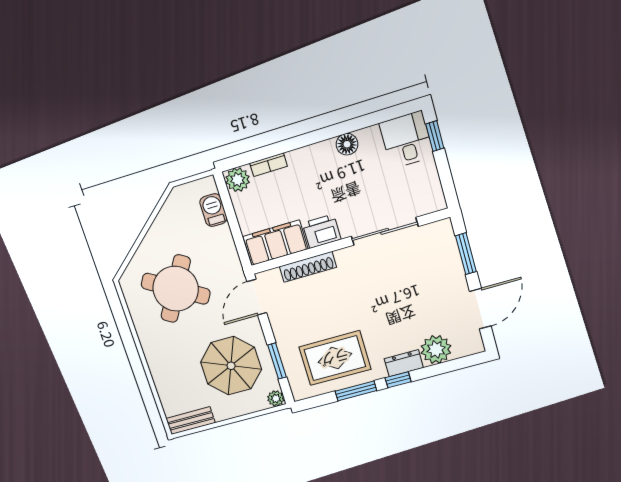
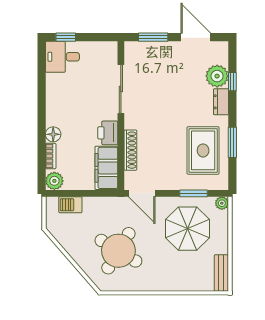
floor lamp: (347, 144) -> (53, 134), moved
window: (398, 380) -> (232, 82), moved

